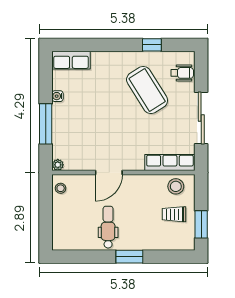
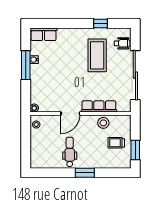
coffee table: (147, 90) -> (97, 55), turned 32
sliding door: (201, 118) -> (135, 75), width x1.36
window: (46, 124) -> (26, 65), moved
row of seats: (170, 163) -> (99, 106), moved
stool: (176, 186) -> (103, 123), moved

